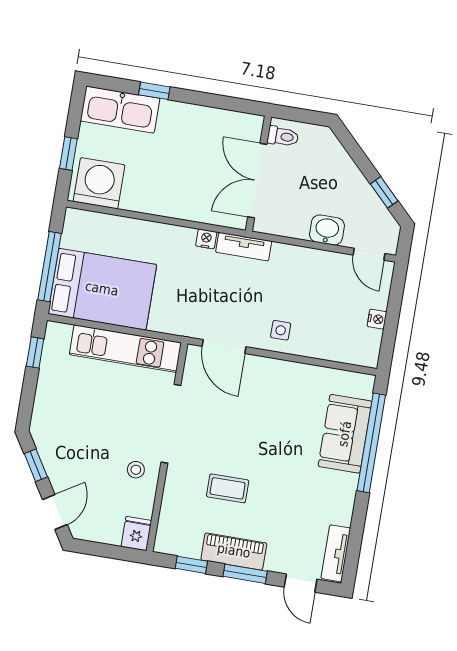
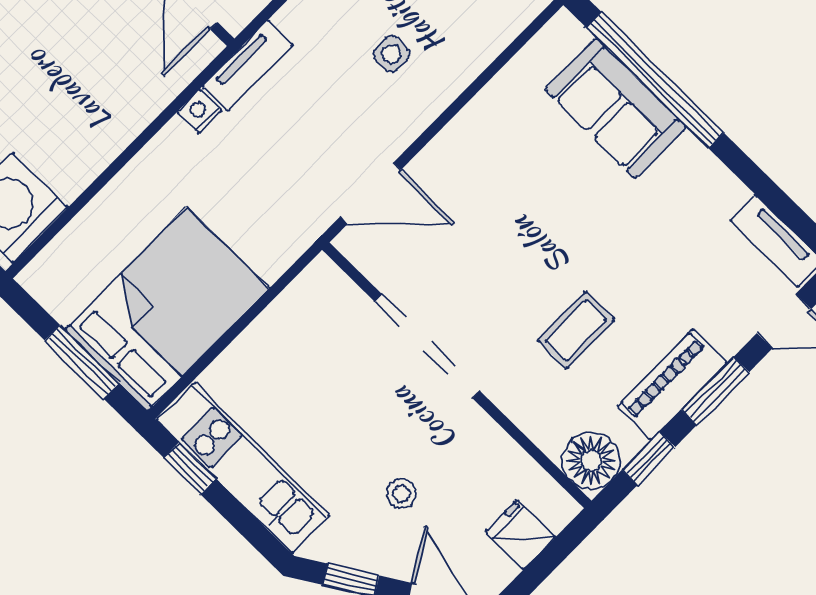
window: (49, 267) -> (82, 362), width x0.69
side table: (281, 330) -> (391, 54), moved
kitchen unit: (125, 349) -> (243, 468), moved, turned -90
stool: (136, 470) -> (402, 493), moved
fridge: (136, 534) -> (520, 535), moved
floor lamp: (171, 539) -> (591, 461), added

